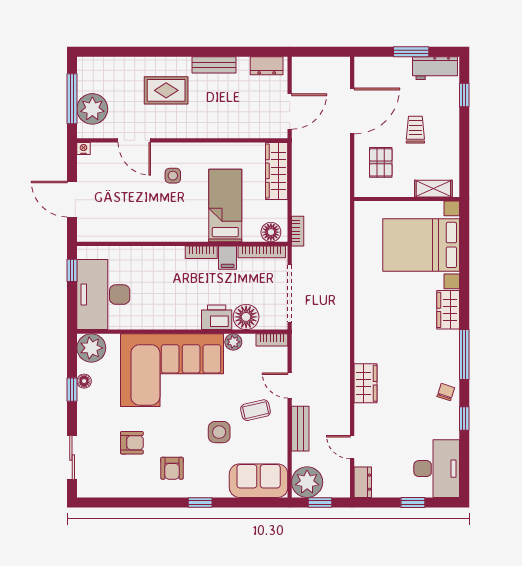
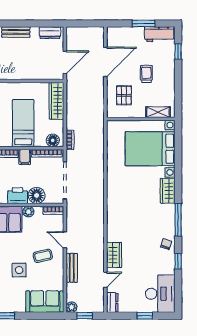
wardrobe: (365, 383) -> (114, 255), moved
door: (352, 447) -> (105, 280), swing flipped
plant: (307, 482) -> (72, 307), width x0.53, depth x0.53

